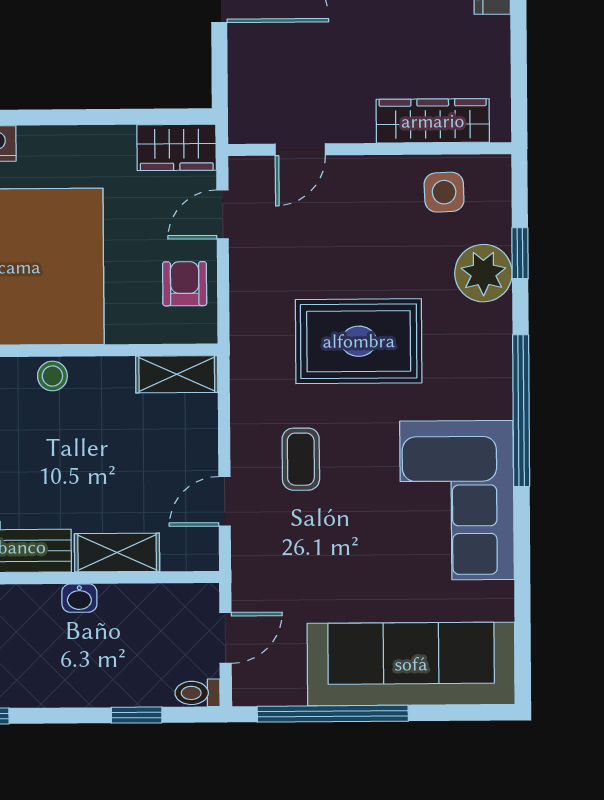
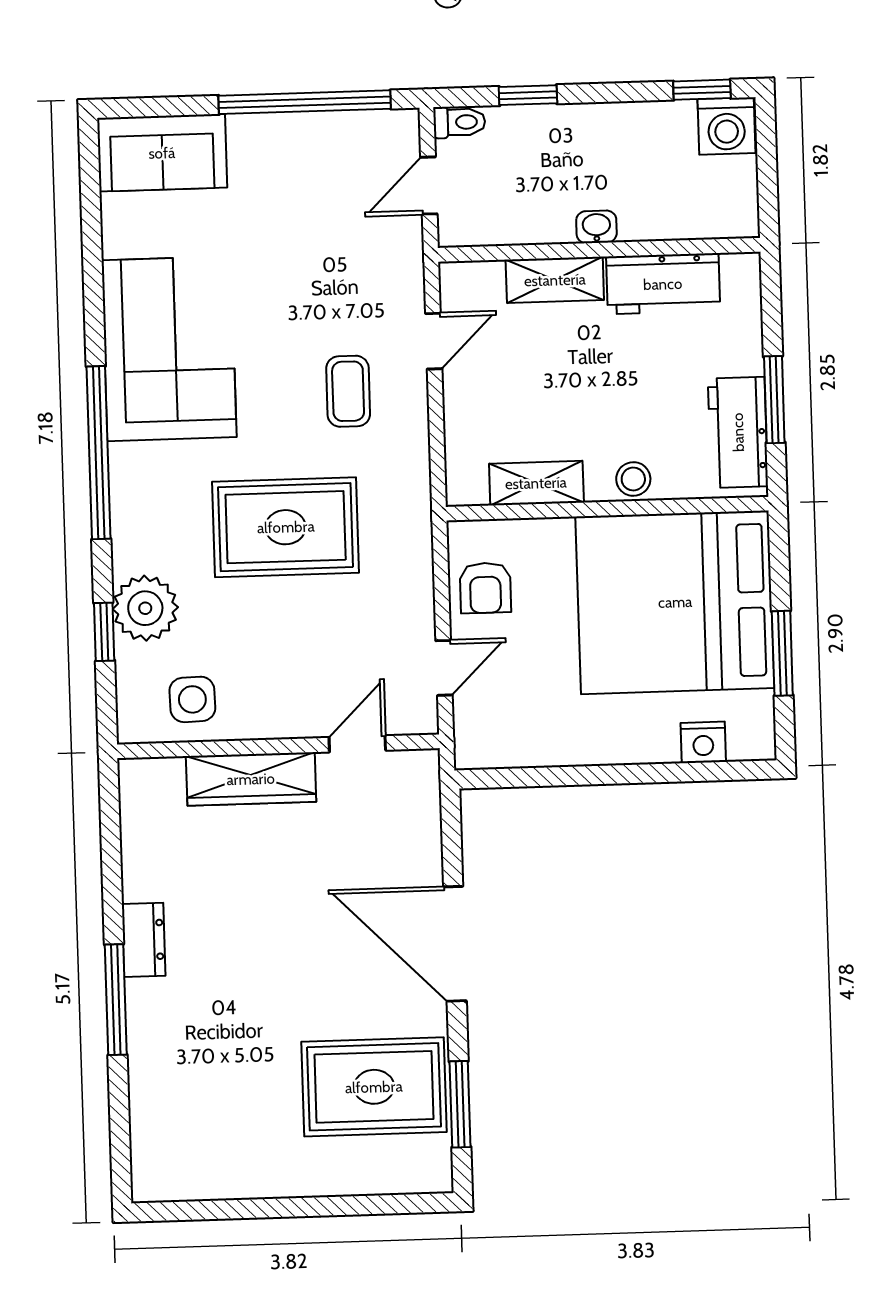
wardrobe: (433, 121) -> (251, 779), moved
wardrobe: (177, 147) -> (498, 743), removed
shelving: (177, 374) -> (536, 483), moved
sofa: (411, 664) -> (162, 153), width x0.54, depth x0.79

